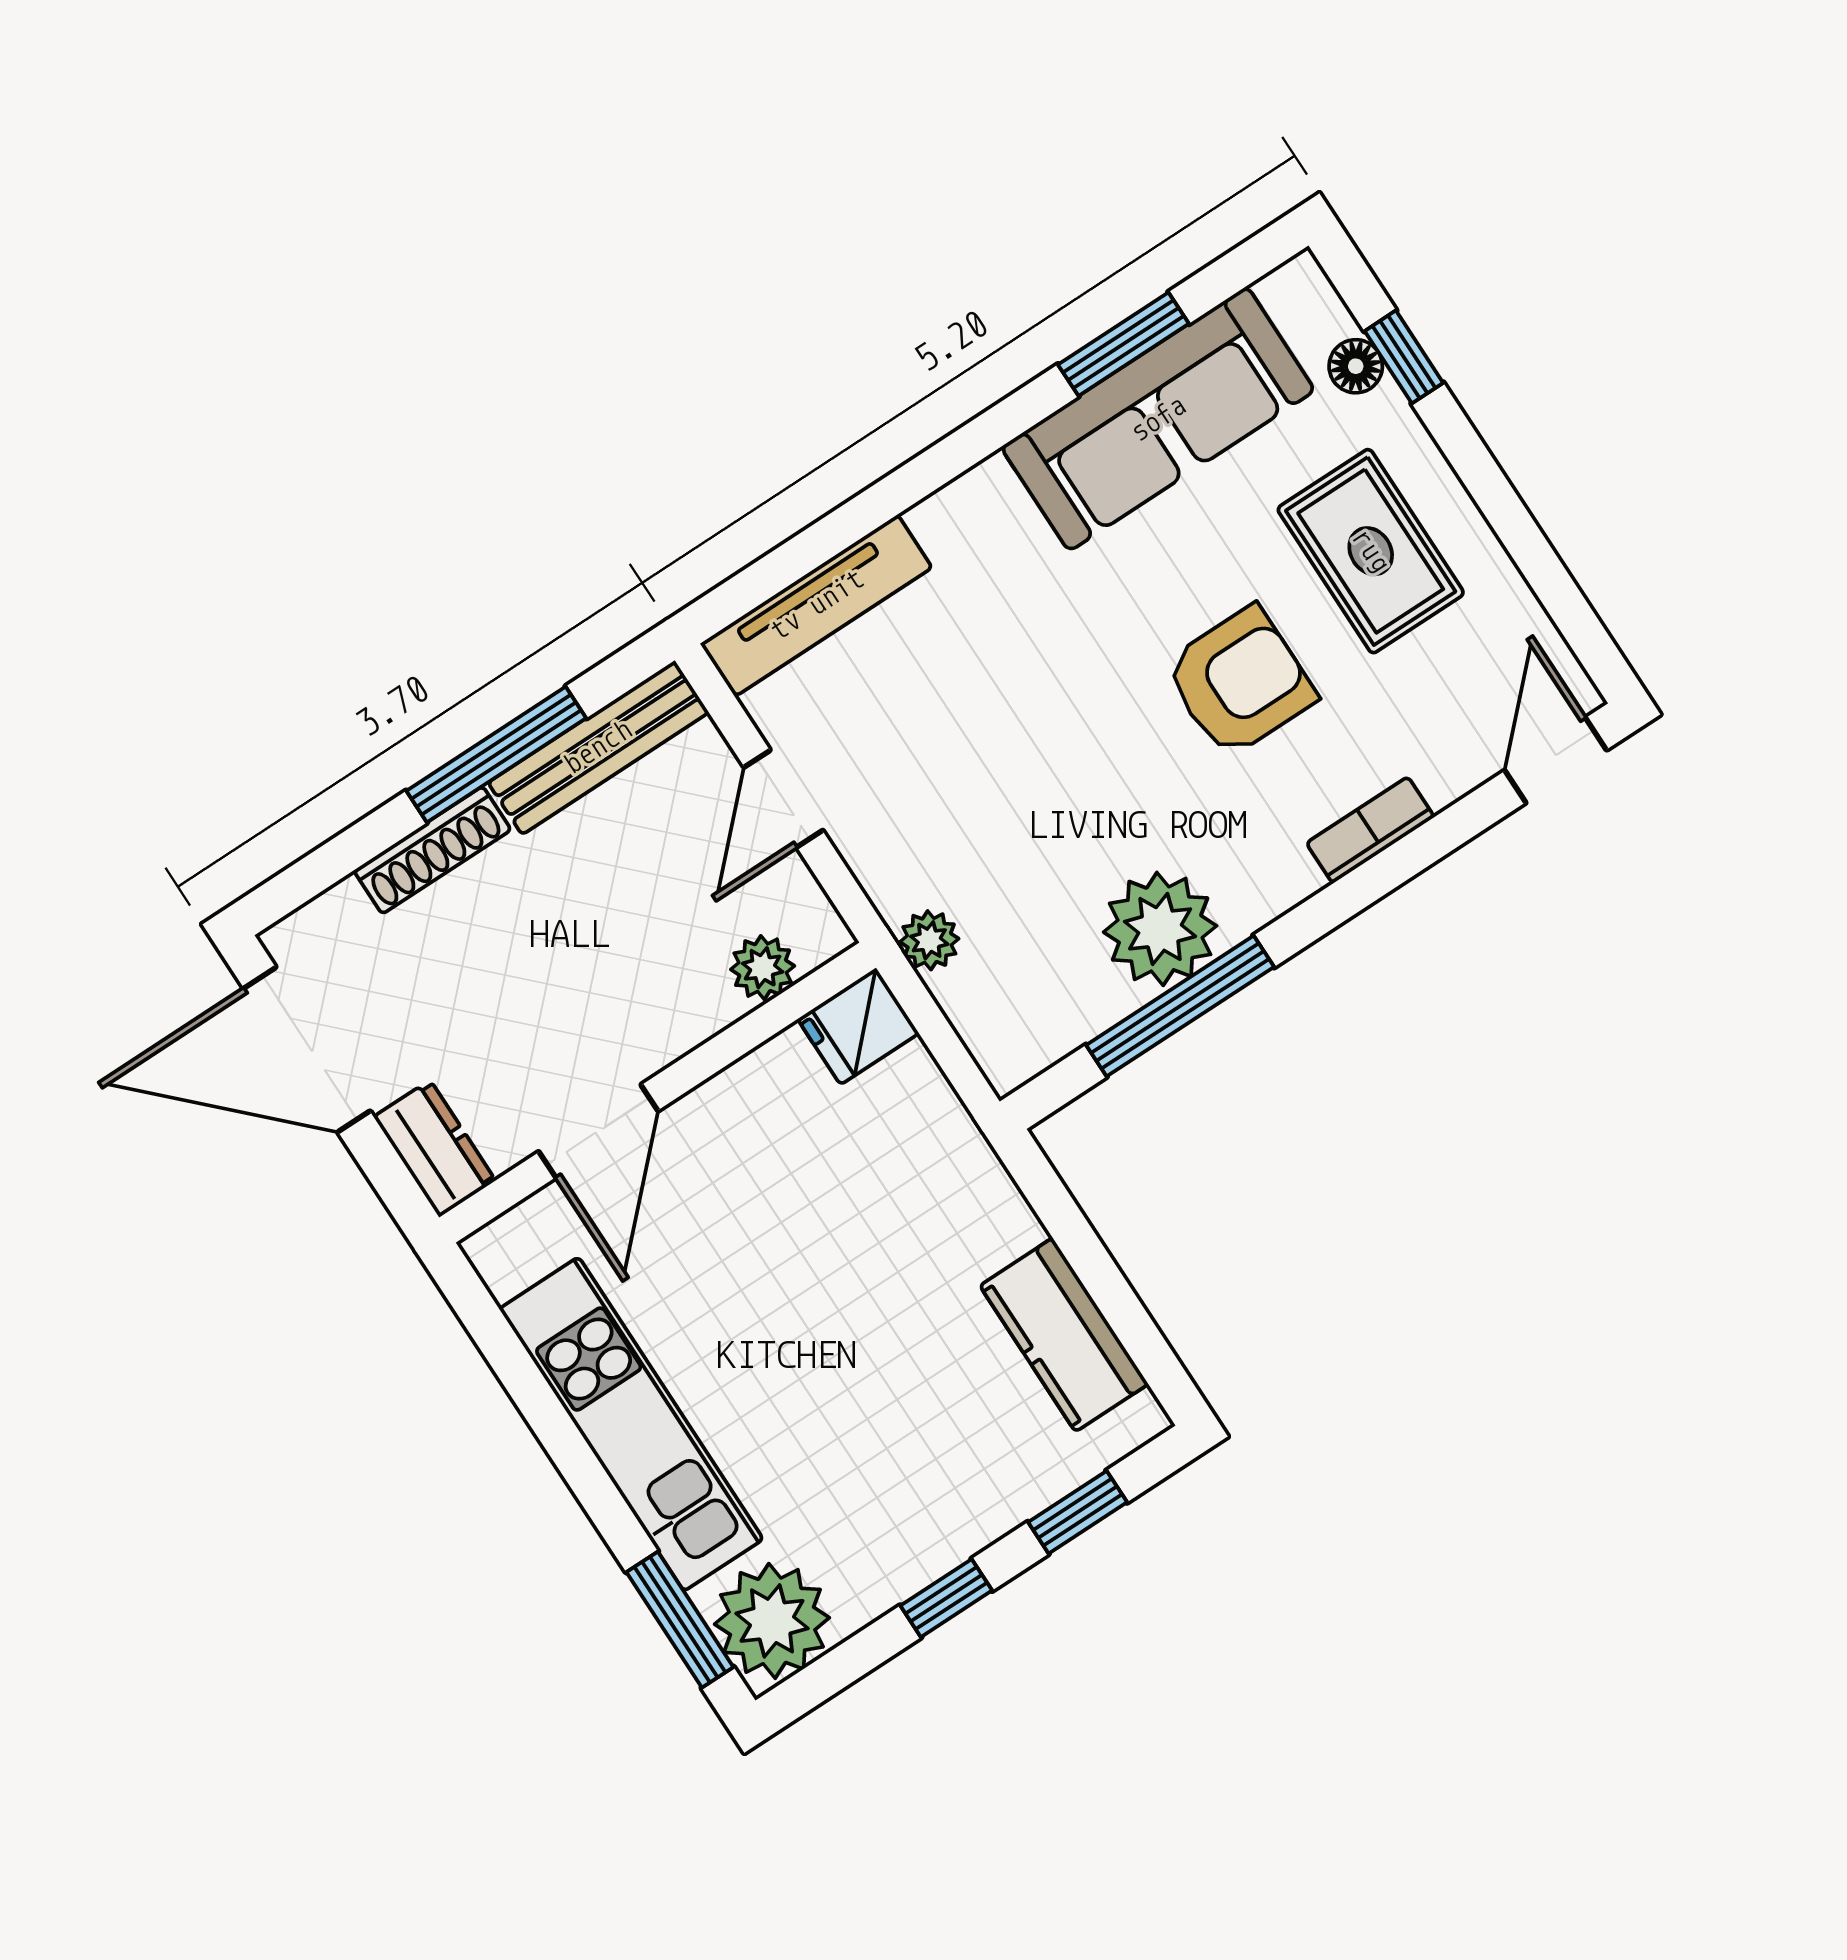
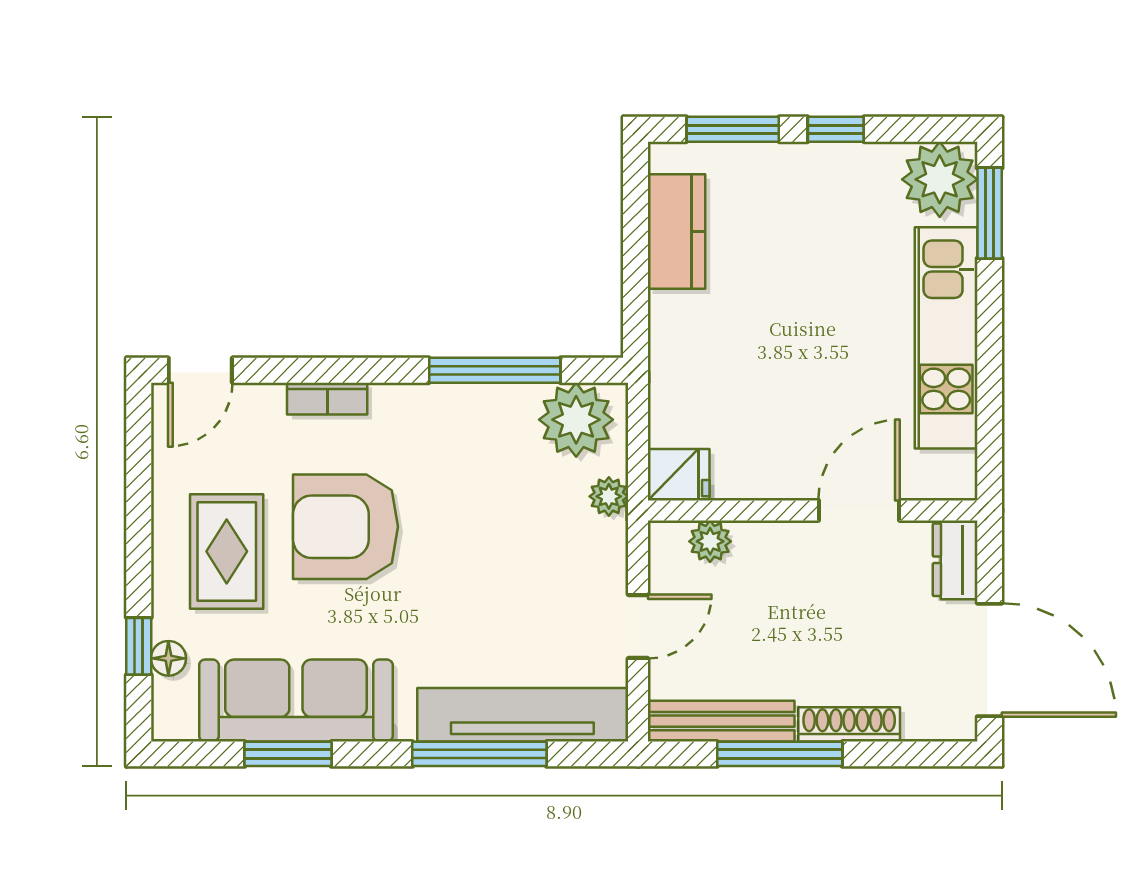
window: (879, 504) -> (479, 754), added
tv unit: (817, 605) -> (522, 715), width x1.36, depth x1.29
armchair: (1240, 682) -> (346, 527), width x1.36, depth x1.36
plant: (1160, 929) -> (576, 420), moved
window: (1078, 1512) -> (733, 129), width x1.50

